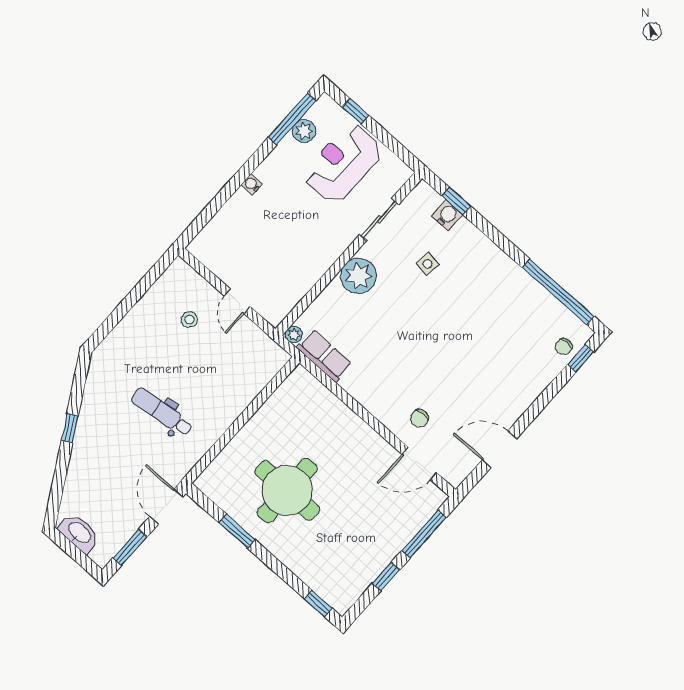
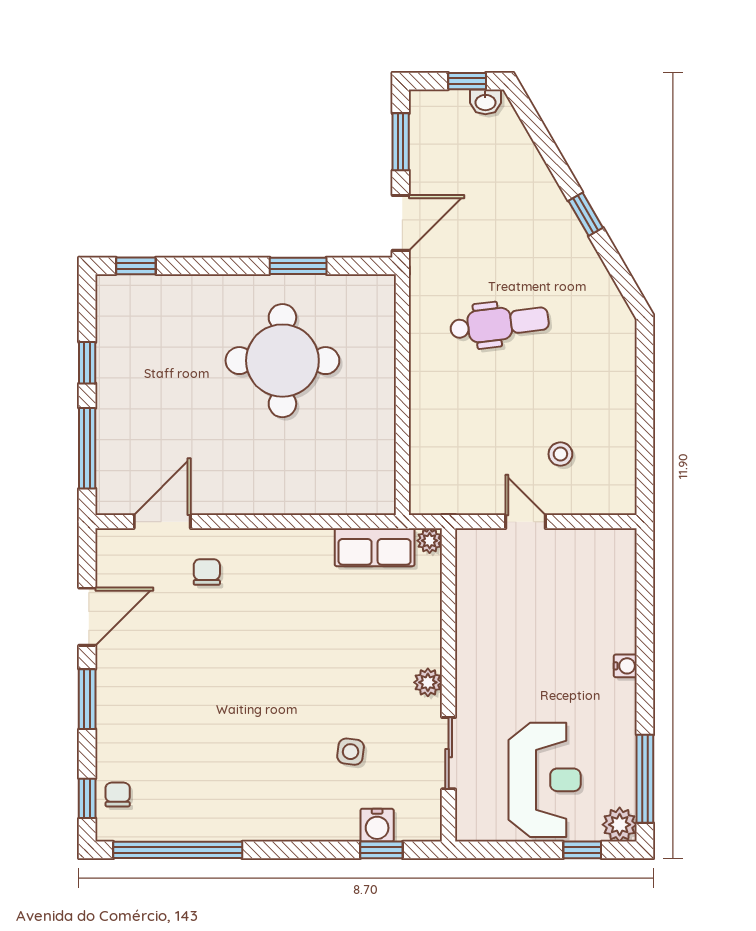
plant: (304, 131) -> (620, 825), moved
plant: (359, 276) -> (428, 682), width x0.53, depth x0.53
window: (536, 408) -> (87, 699), added
door: (166, 507) -> (401, 223), hinge flipped
washbasin: (79, 533) -> (485, 102), width x0.52, depth x0.69
window: (70, 548) -> (467, 81), added

